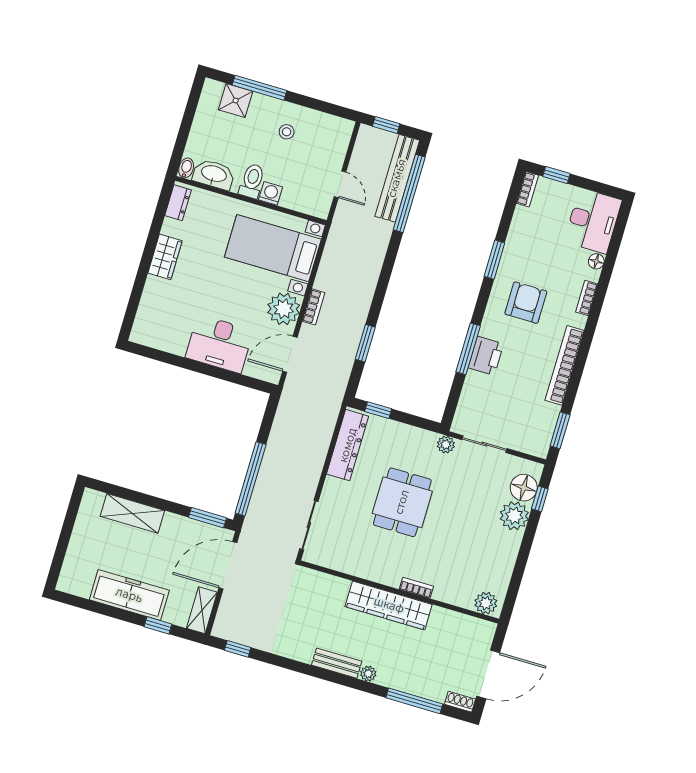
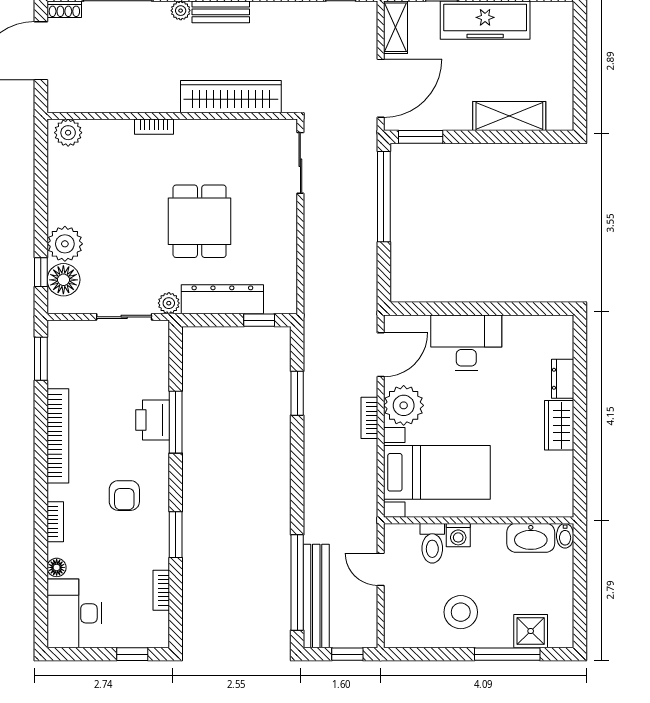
stool: (287, 132) -> (461, 612), width x1.89, depth x1.89
toilet: (252, 181) -> (432, 543), moved
bookcase: (527, 189) -> (161, 590), moved
dresser: (178, 203) -> (563, 379), moved
armchair: (526, 303) -> (124, 496), width x0.72, depth x0.72
dresser: (348, 445) -> (222, 299), moved, turned 90
wardrobe: (389, 605) -> (231, 97), moved

